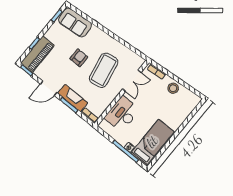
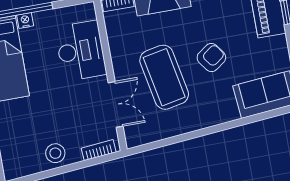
armchair: (79, 58) -> (211, 58), turned -126
double door: (132, 81) -> (116, 104), swing flipped

